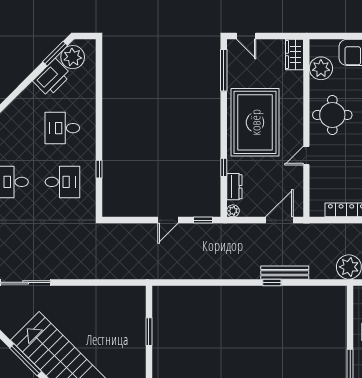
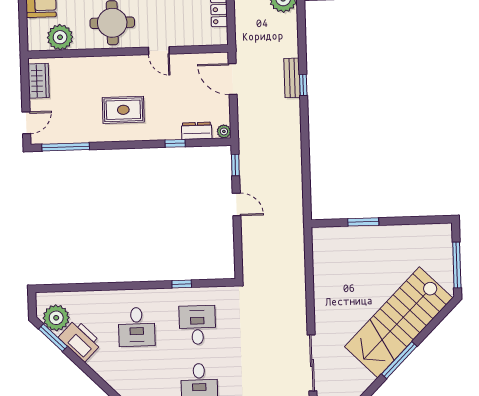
wardrobe: (294, 55) -> (39, 81), moved, turned -90
rug: (255, 122) -> (123, 110), width x0.54, depth x0.49
bench: (285, 273) -> (292, 78), width x0.73

